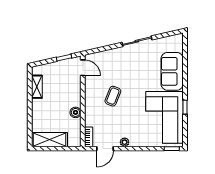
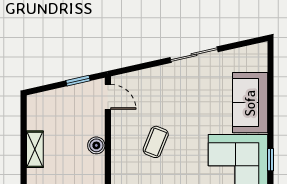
shelving: (37, 87) -> (35, 149), moved
boiler: (76, 112) -> (96, 145), moved

